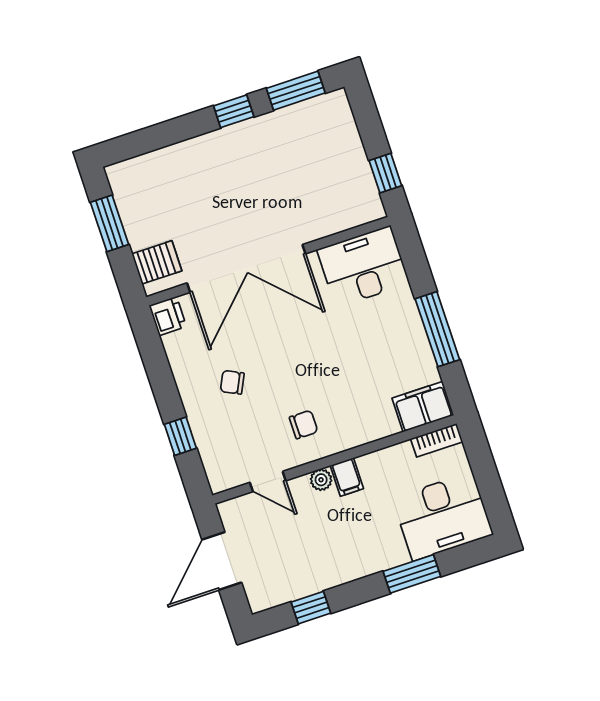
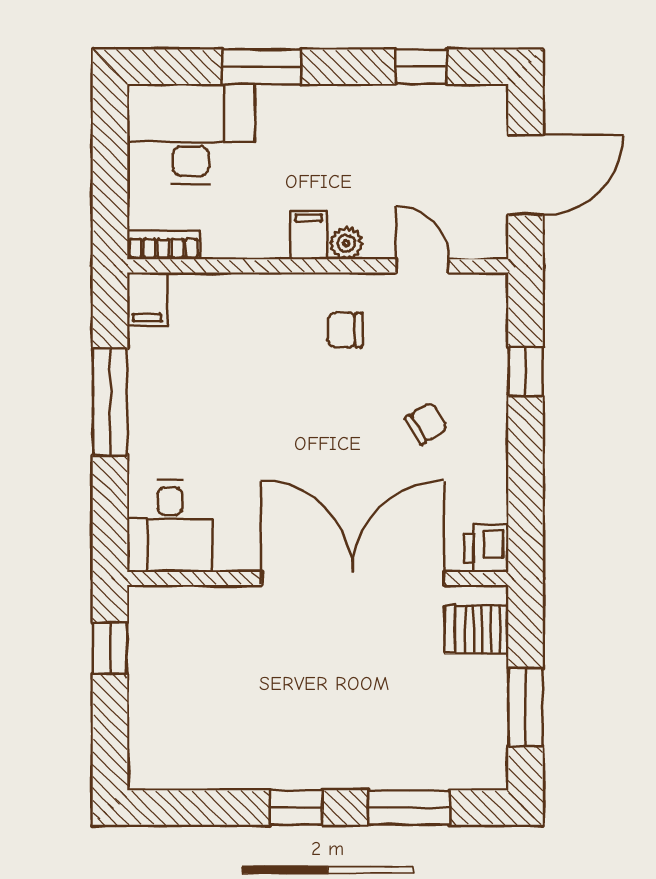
window: (296, 91) -> (409, 808), moved
desk: (363, 267) -> (170, 526), width x0.73
chair: (232, 382) -> (426, 424), turned -57
filing cabinet: (423, 407) -> (147, 299), width x0.50

